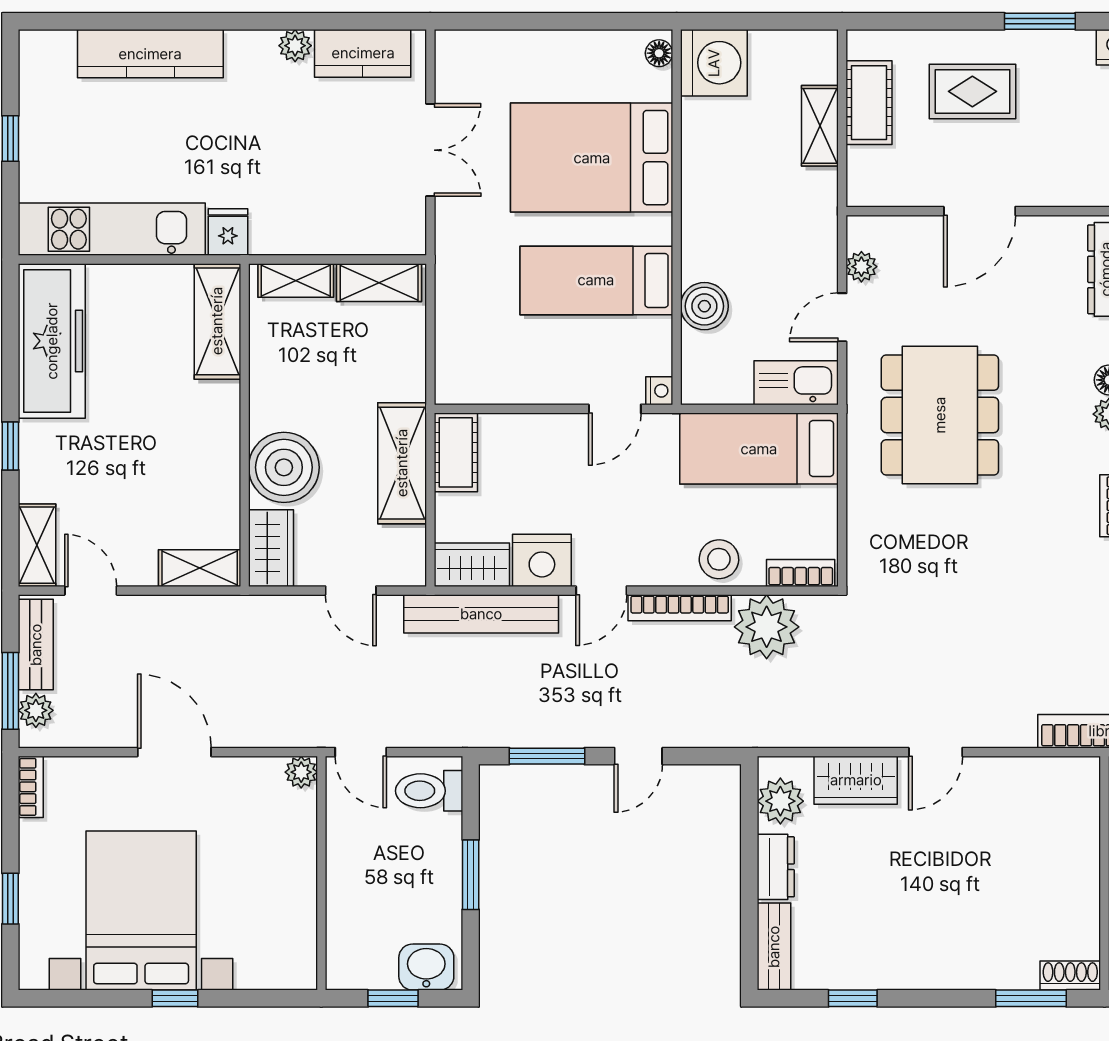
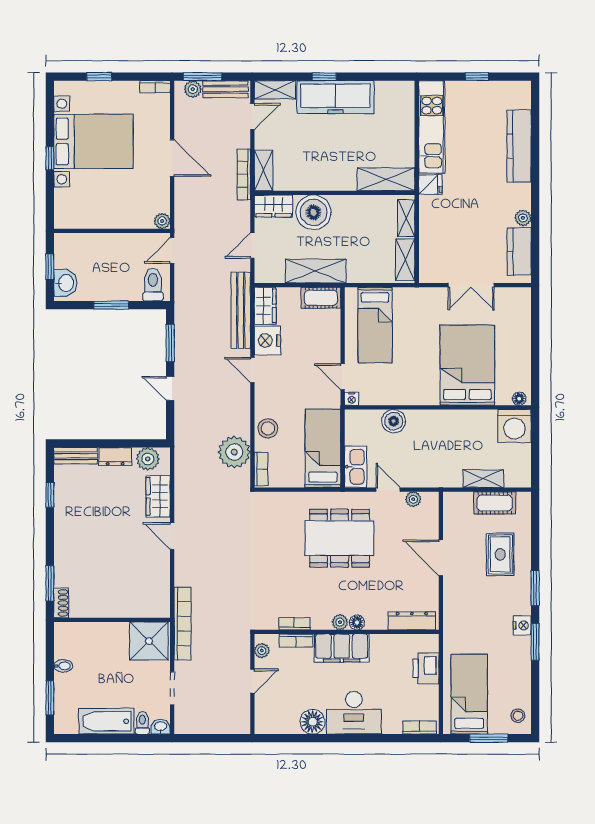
bed: (596, 280) -> (375, 325), moved, turned 180
freezer: (52, 341) -> (335, 97), moved
bookcase: (680, 608) -> (244, 174), moved
door: (174, 752) -> (172, 158), hinge flipped

